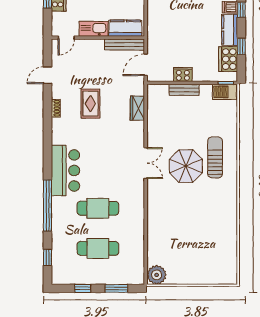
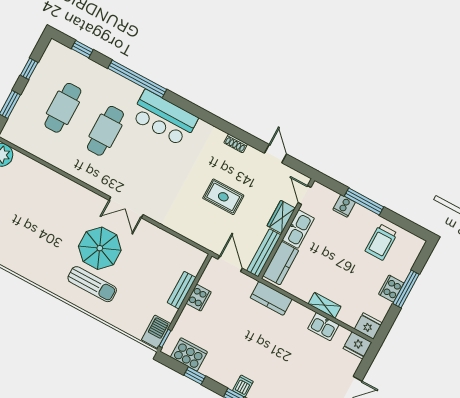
kitchen counter: (230, 30) -> (271, 298), moved, turned 180
rug: (90, 104) -> (223, 197), moved
wardrobe: (137, 108) -> (281, 217), moved, turned -90

